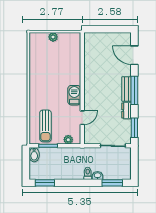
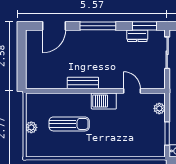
bench: (127, 89) -> (83, 83), moved
dresser: (127, 111) -> (137, 36), moved
sun lounger: (45, 126) -> (69, 124), moved

